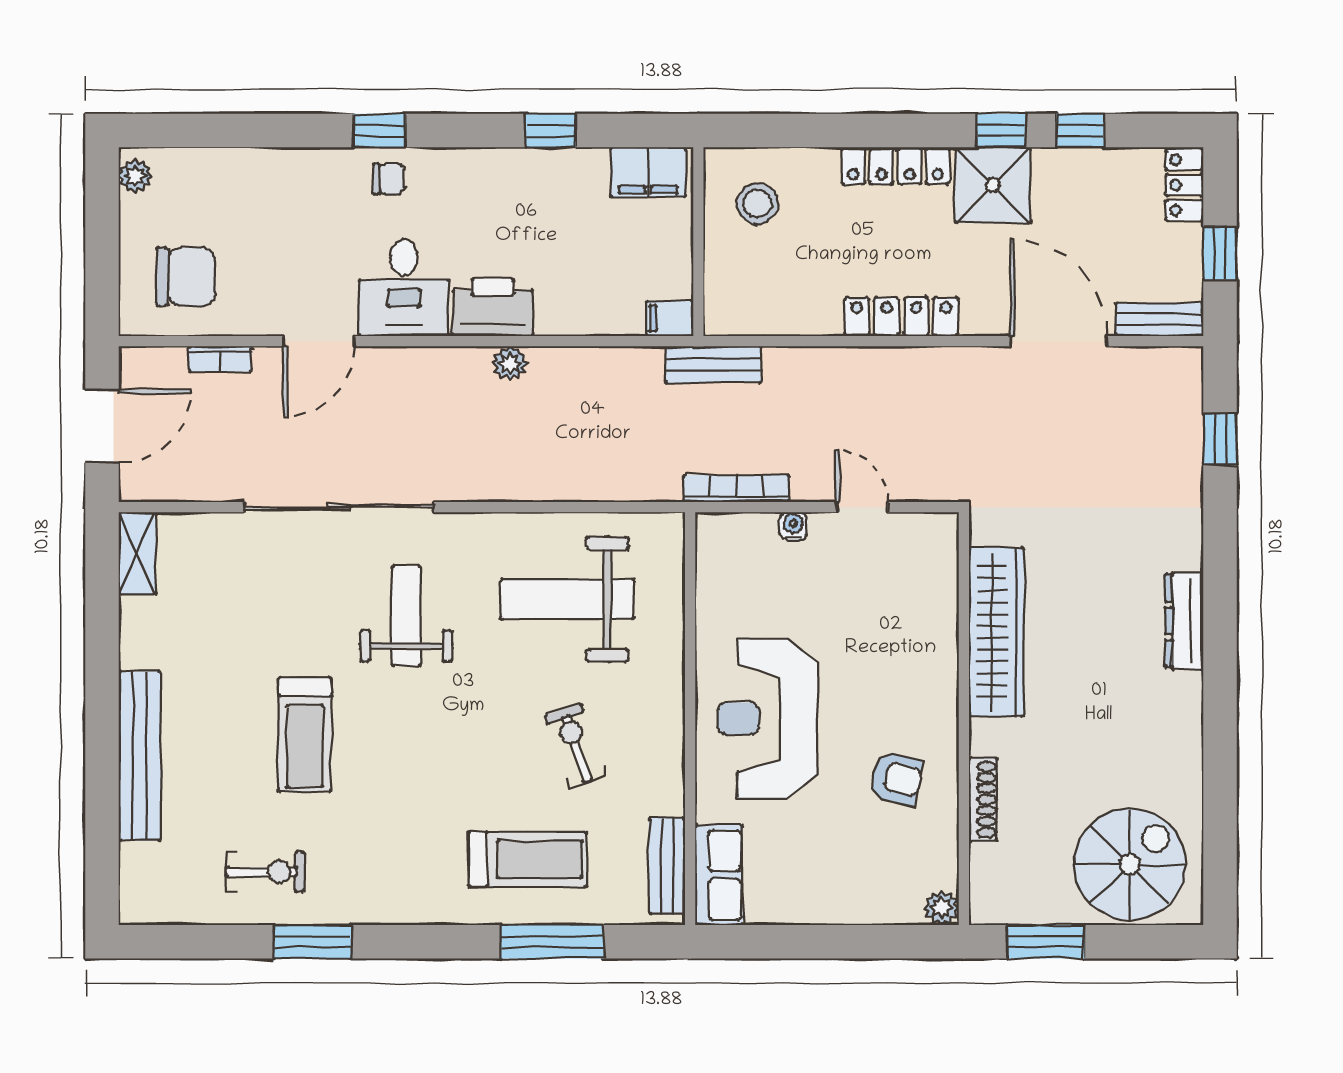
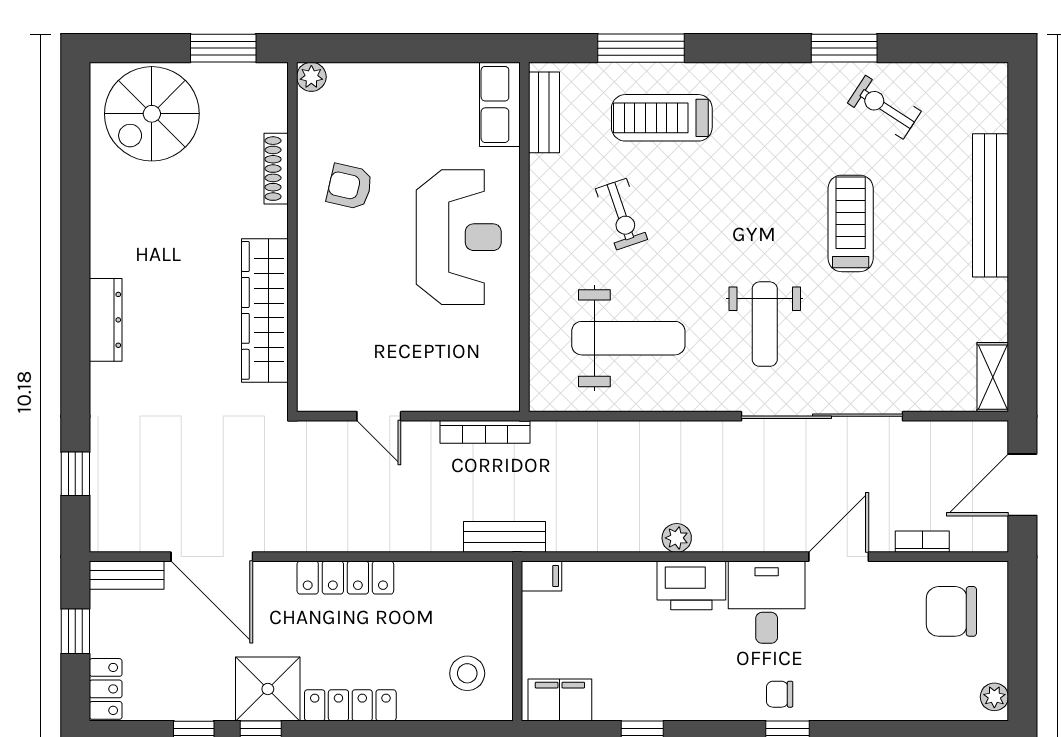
water cooler: (793, 526) -> (437, 400), removed
exercise bike: (265, 872) -> (884, 107), turned 33

